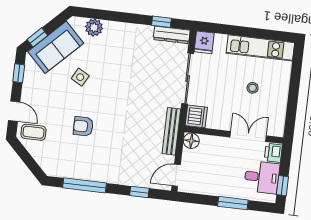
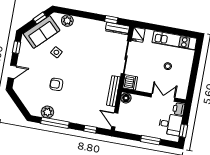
window: (37, 37) -> (40, 18), moved
door: (14, 111) -> (12, 72), hinge flipped
coffee table: (33, 132) -> (24, 86), removed
plant: (72, 170) -> (47, 112), added
door: (176, 175) -> (115, 120), hinge flipped

